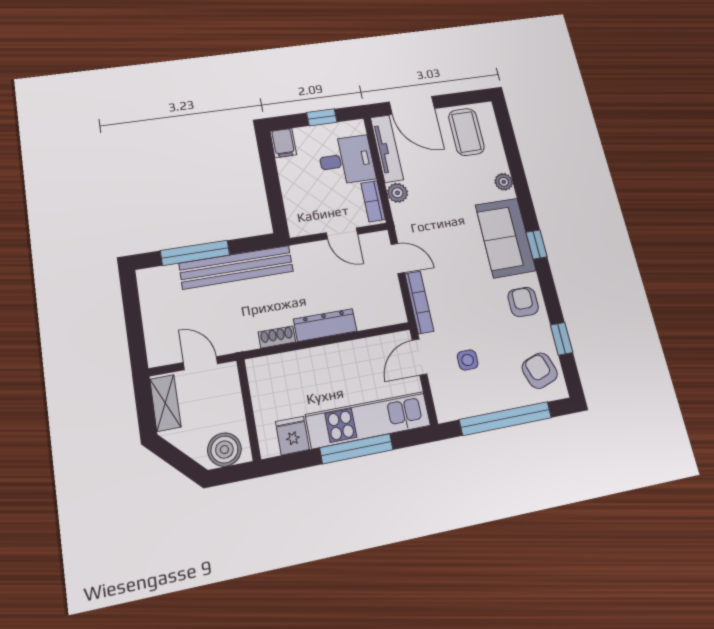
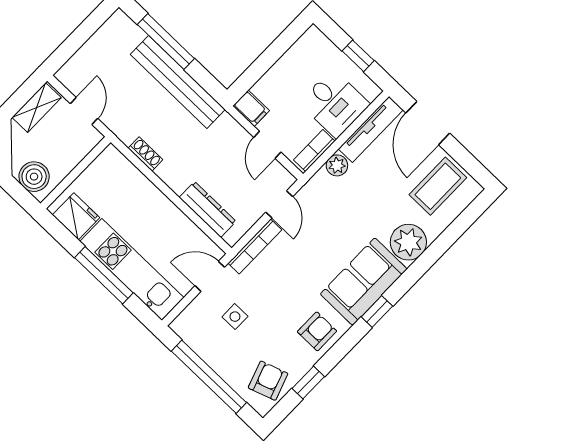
filing cabinet: (283, 143) -> (251, 108), moved, turned -90
plant: (504, 182) -> (408, 242), width x1.88, depth x1.88
dresser: (325, 325) -> (208, 209), moved
fridge: (292, 436) -> (76, 216), width x1.38

